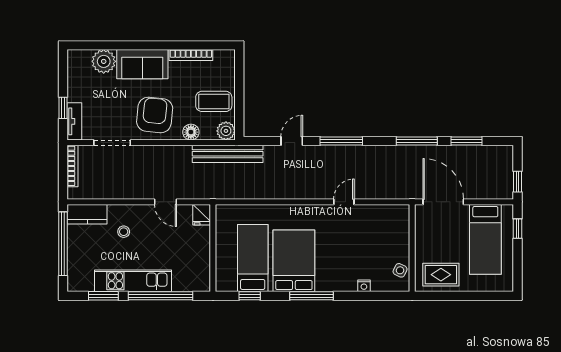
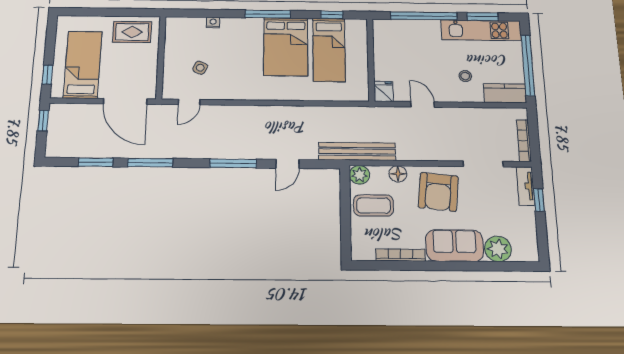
door: (344, 202) -> (189, 102), moved
side table: (400, 270) -> (200, 68), moved
kitchen unit: (133, 281) -> (481, 30), moved

